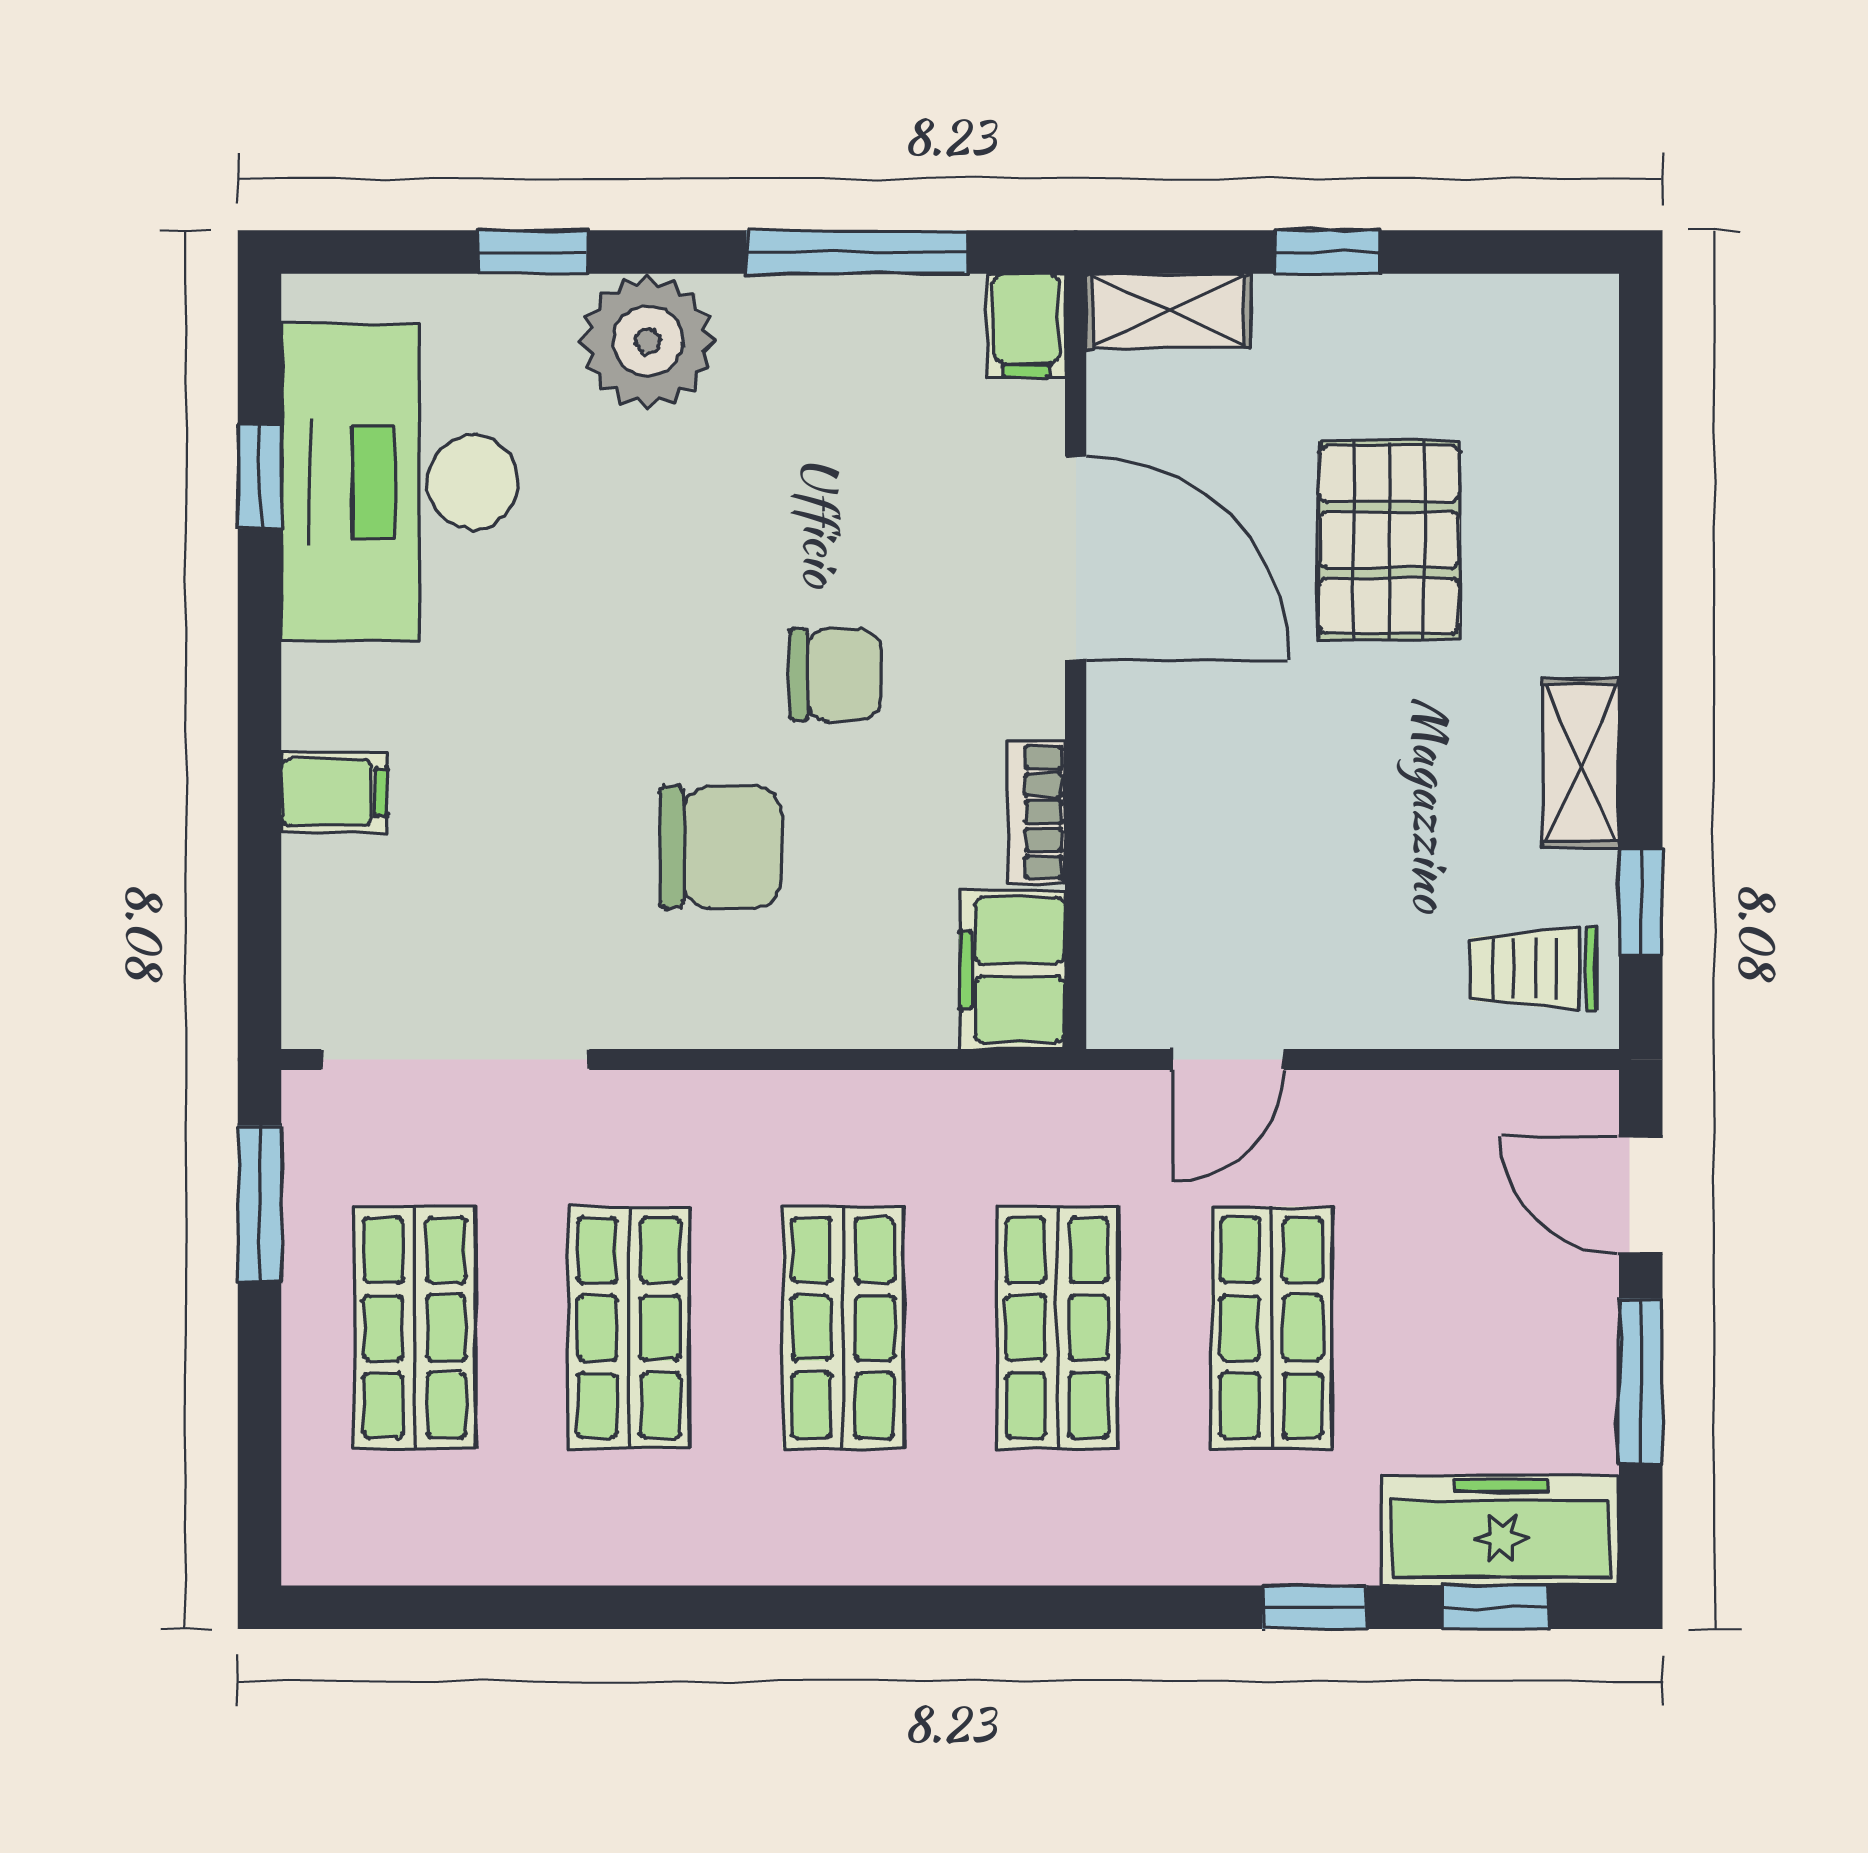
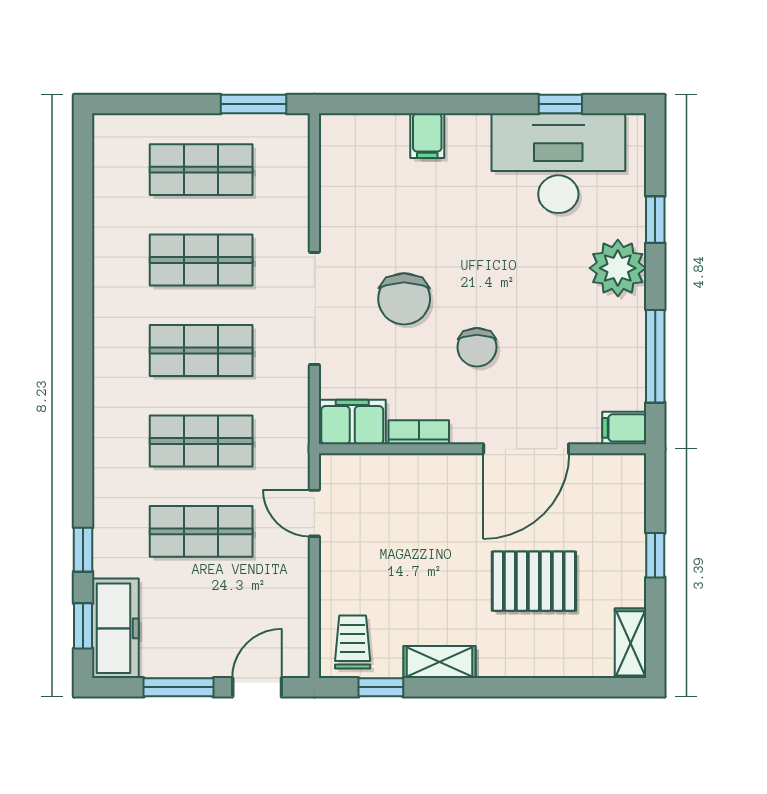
shelving: (1169, 311) -> (630, 643), moved
doorway: (455, 1060) -> (314, 308), moved

